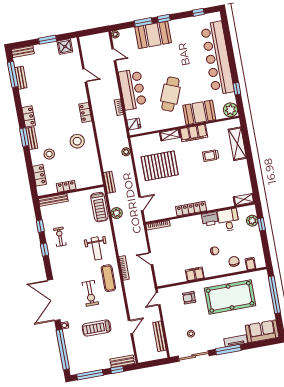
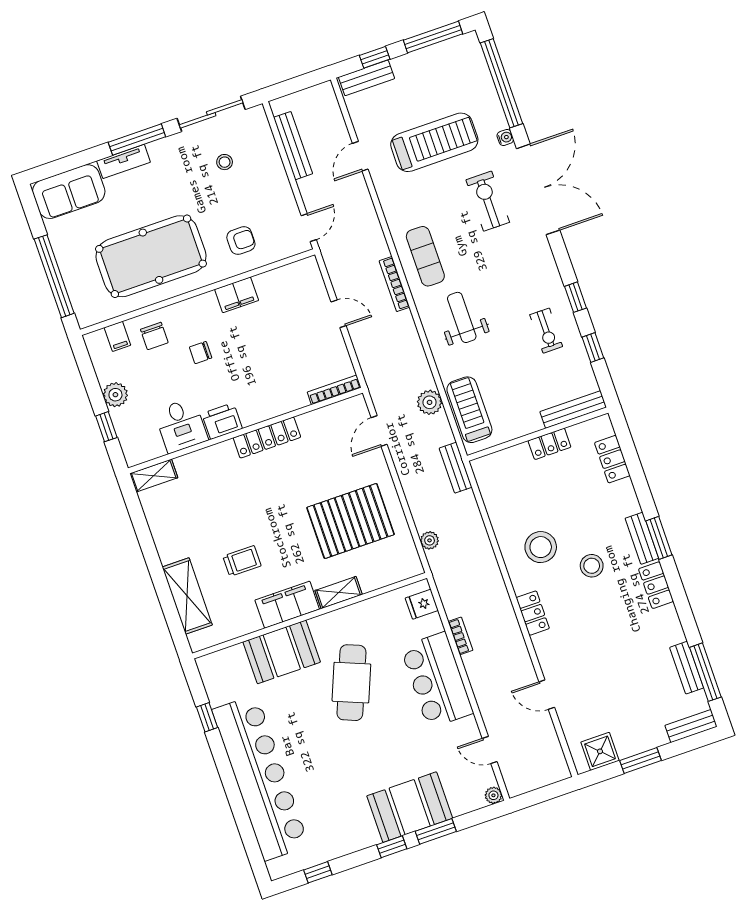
plant: (230, 110) -> (214, 668), removed
stool: (49, 154) -> (592, 566), moved
plant: (252, 221) -> (115, 395), moved
exercise bike: (90, 293) -> (488, 201), moved
treadmill: (97, 328) -> (434, 142), width x1.37, depth x1.38

